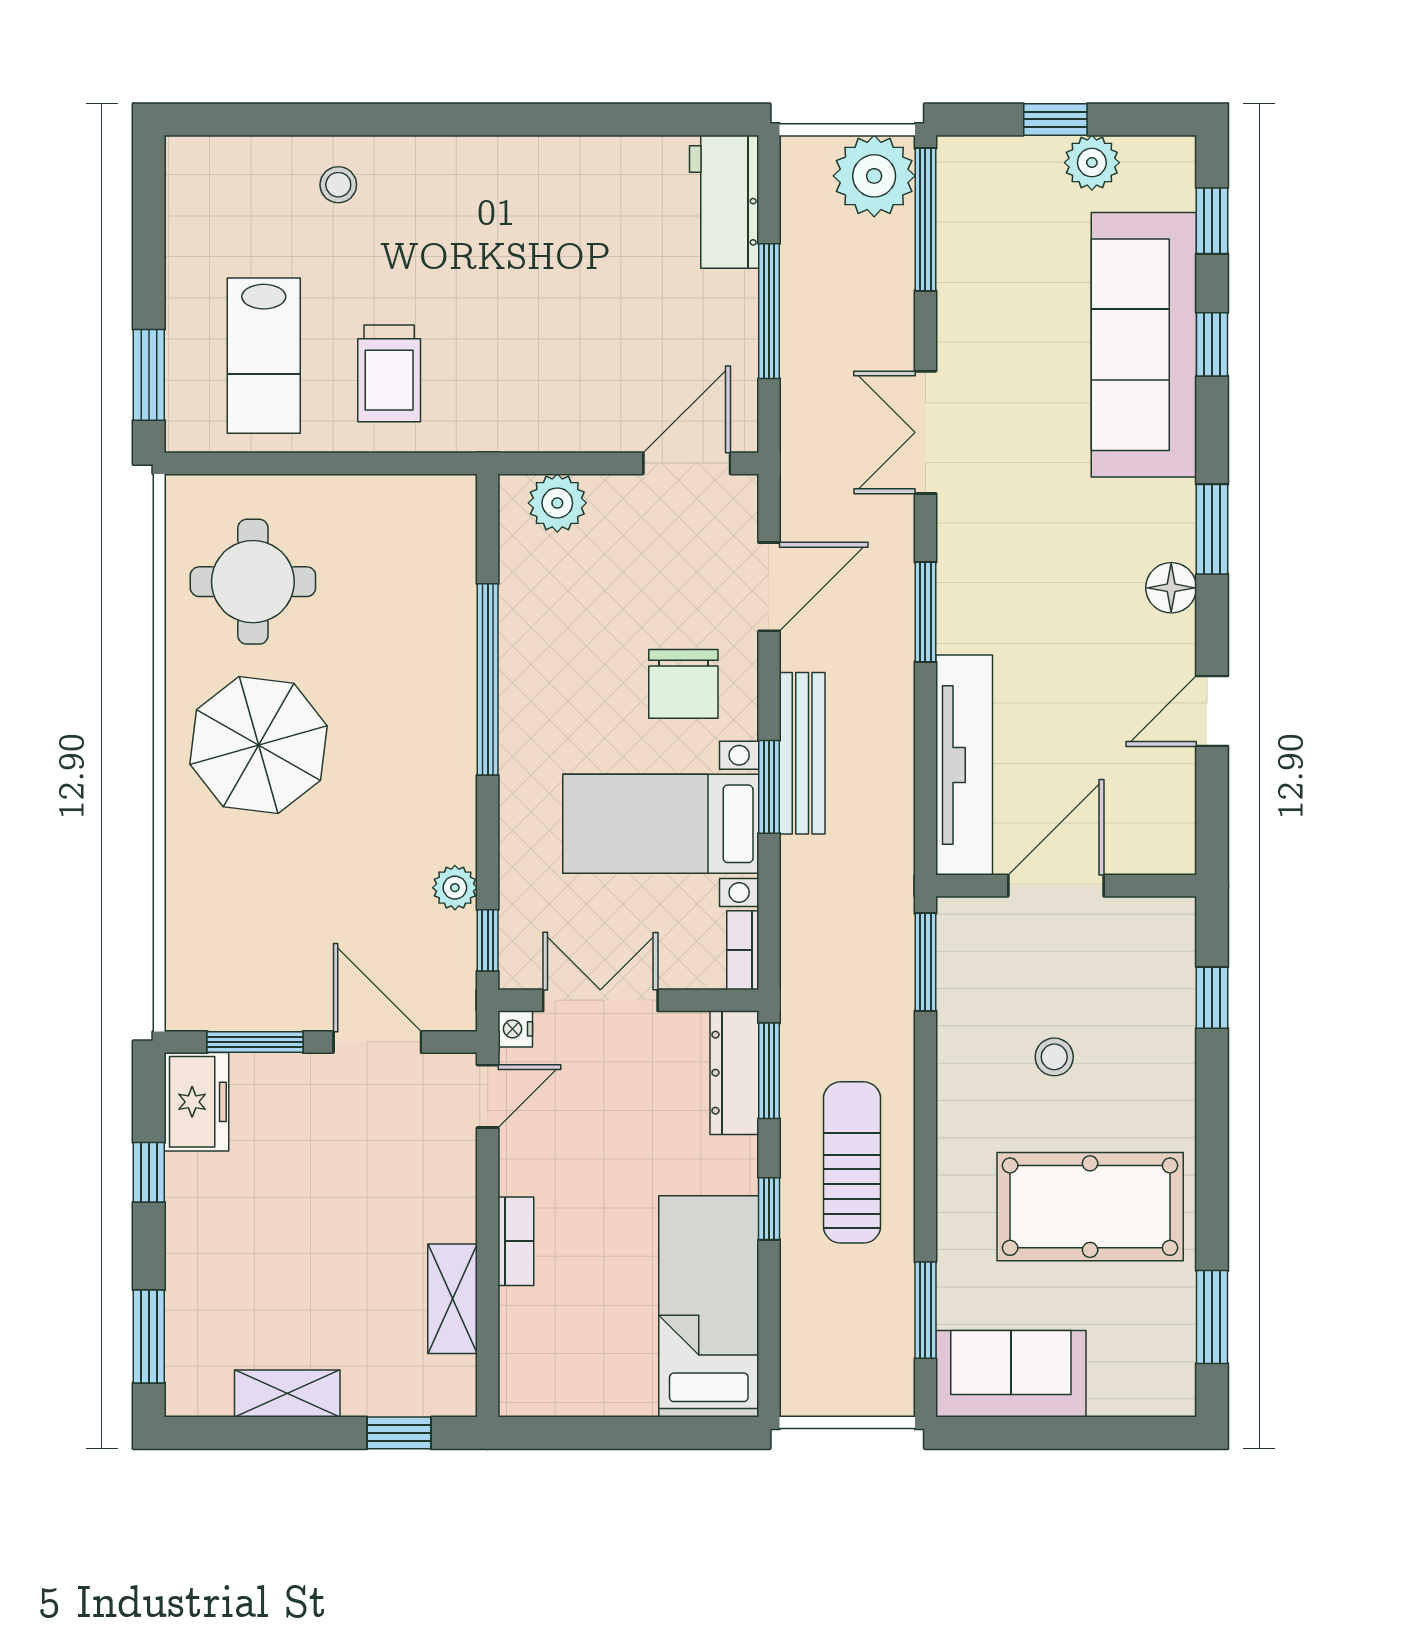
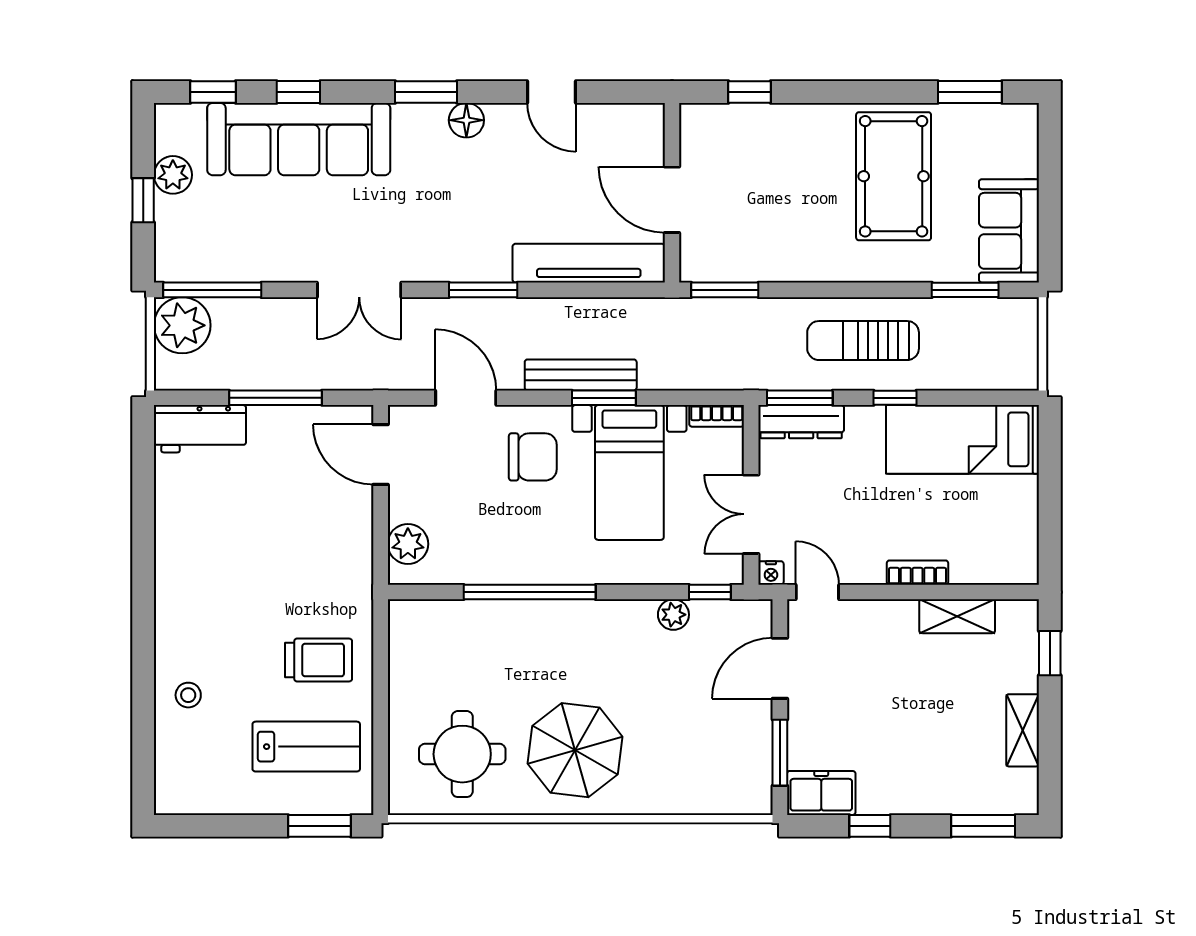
stool: (1054, 1057) -> (790, 201), removed

